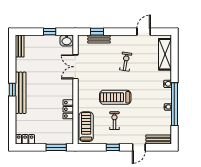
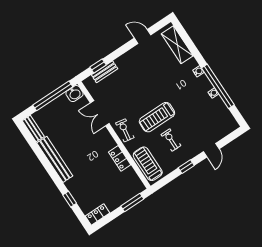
window: (50, 32) -> (53, 96), width x3.17
door: (144, 32) -> (143, 36), hinge flipped
exercise bike: (126, 62) -> (125, 130), moved
window: (12, 90) -> (70, 199), moved
bench: (21, 93) -> (55, 159), moved
bench: (158, 140) -> (225, 130), removed

